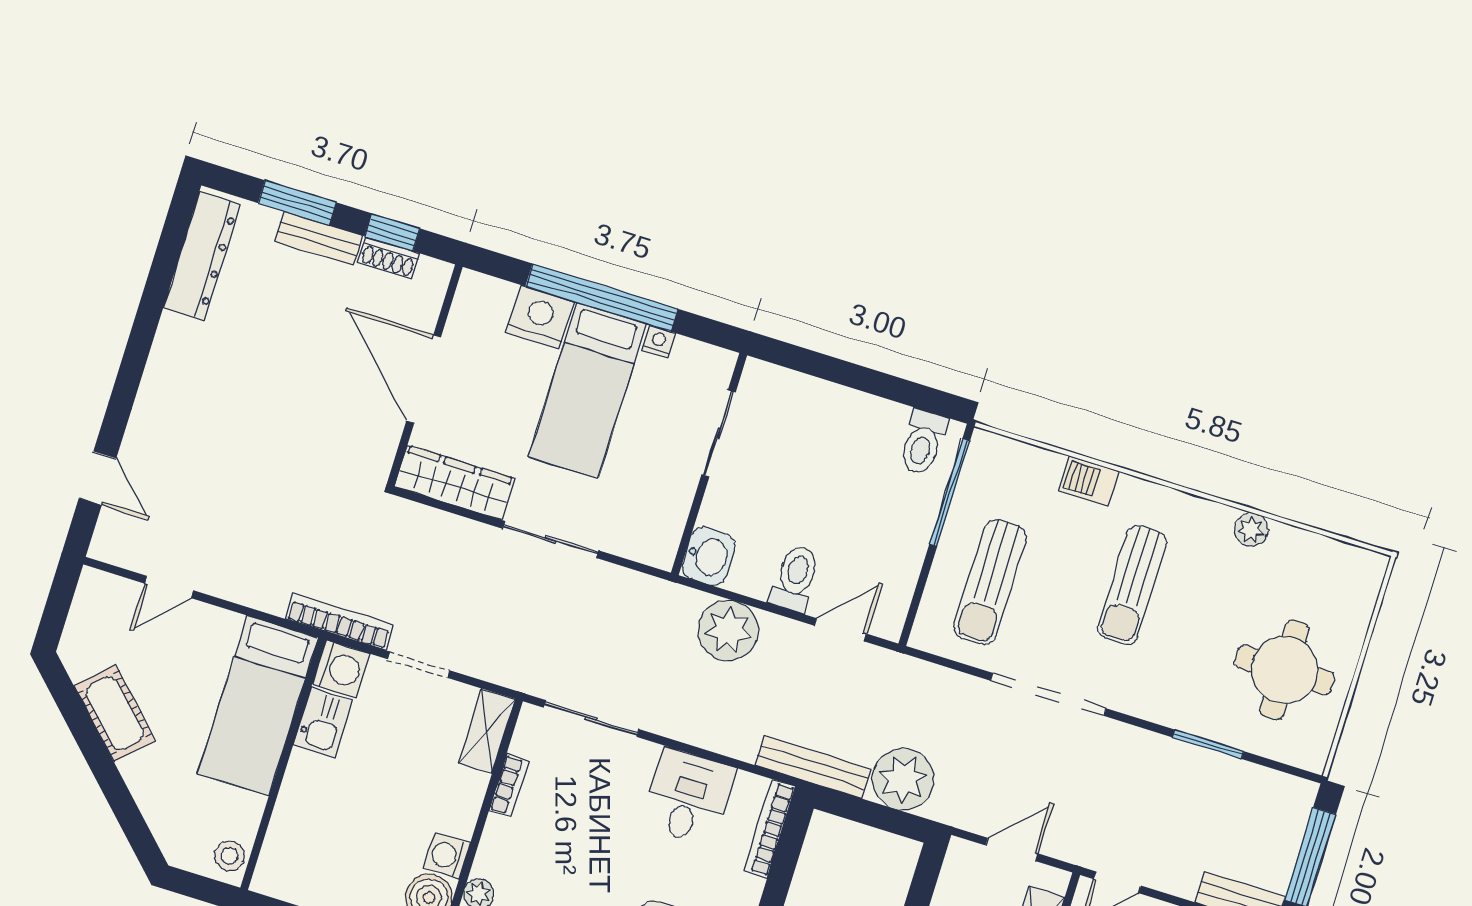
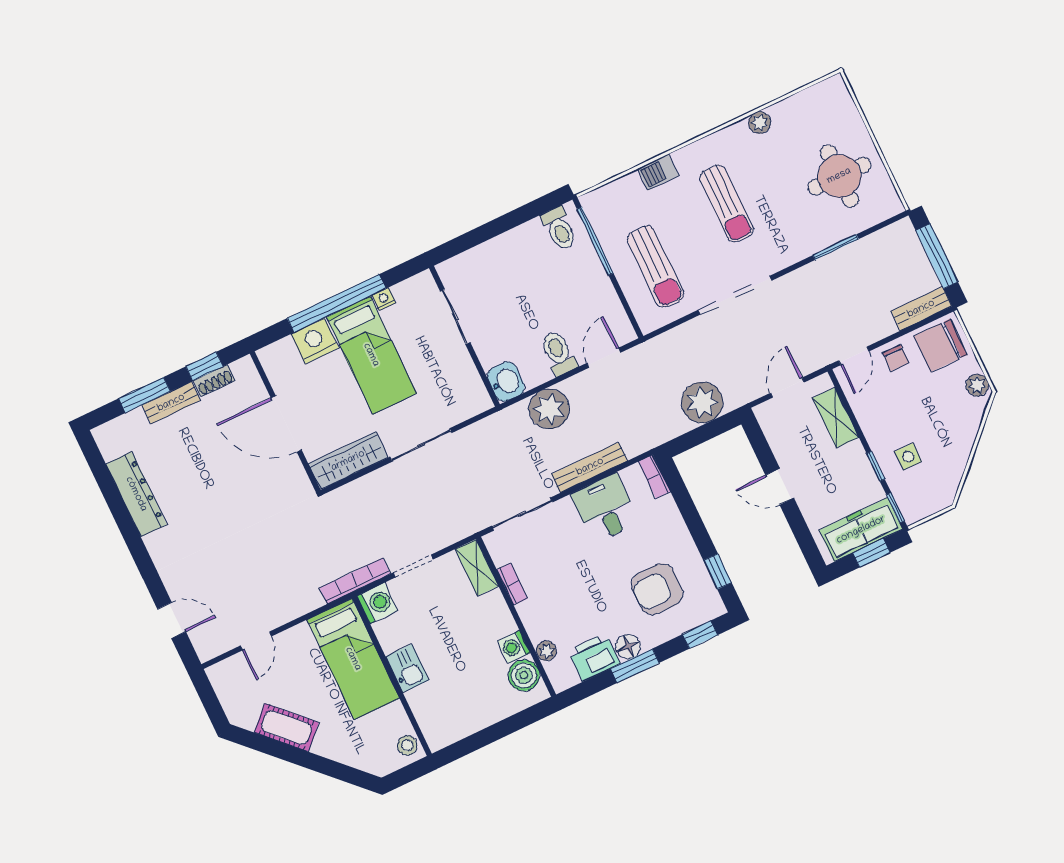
dresser: (202, 256) -> (136, 494), moved
kitchen sink: (323, 723) -> (407, 668), moved
bench: (813, 767) -> (590, 467), moved
bookcase: (770, 829) -> (654, 477), width x0.64

